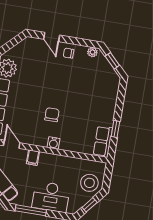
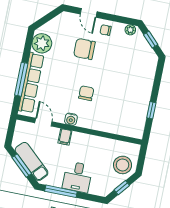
chair: (49, 72) -> (84, 49), added
row of seats: (103, 141) -> (138, 123), removed
water cooler: (54, 143) -> (71, 119), moved
desk: (51, 197) -> (77, 177), width x0.73

